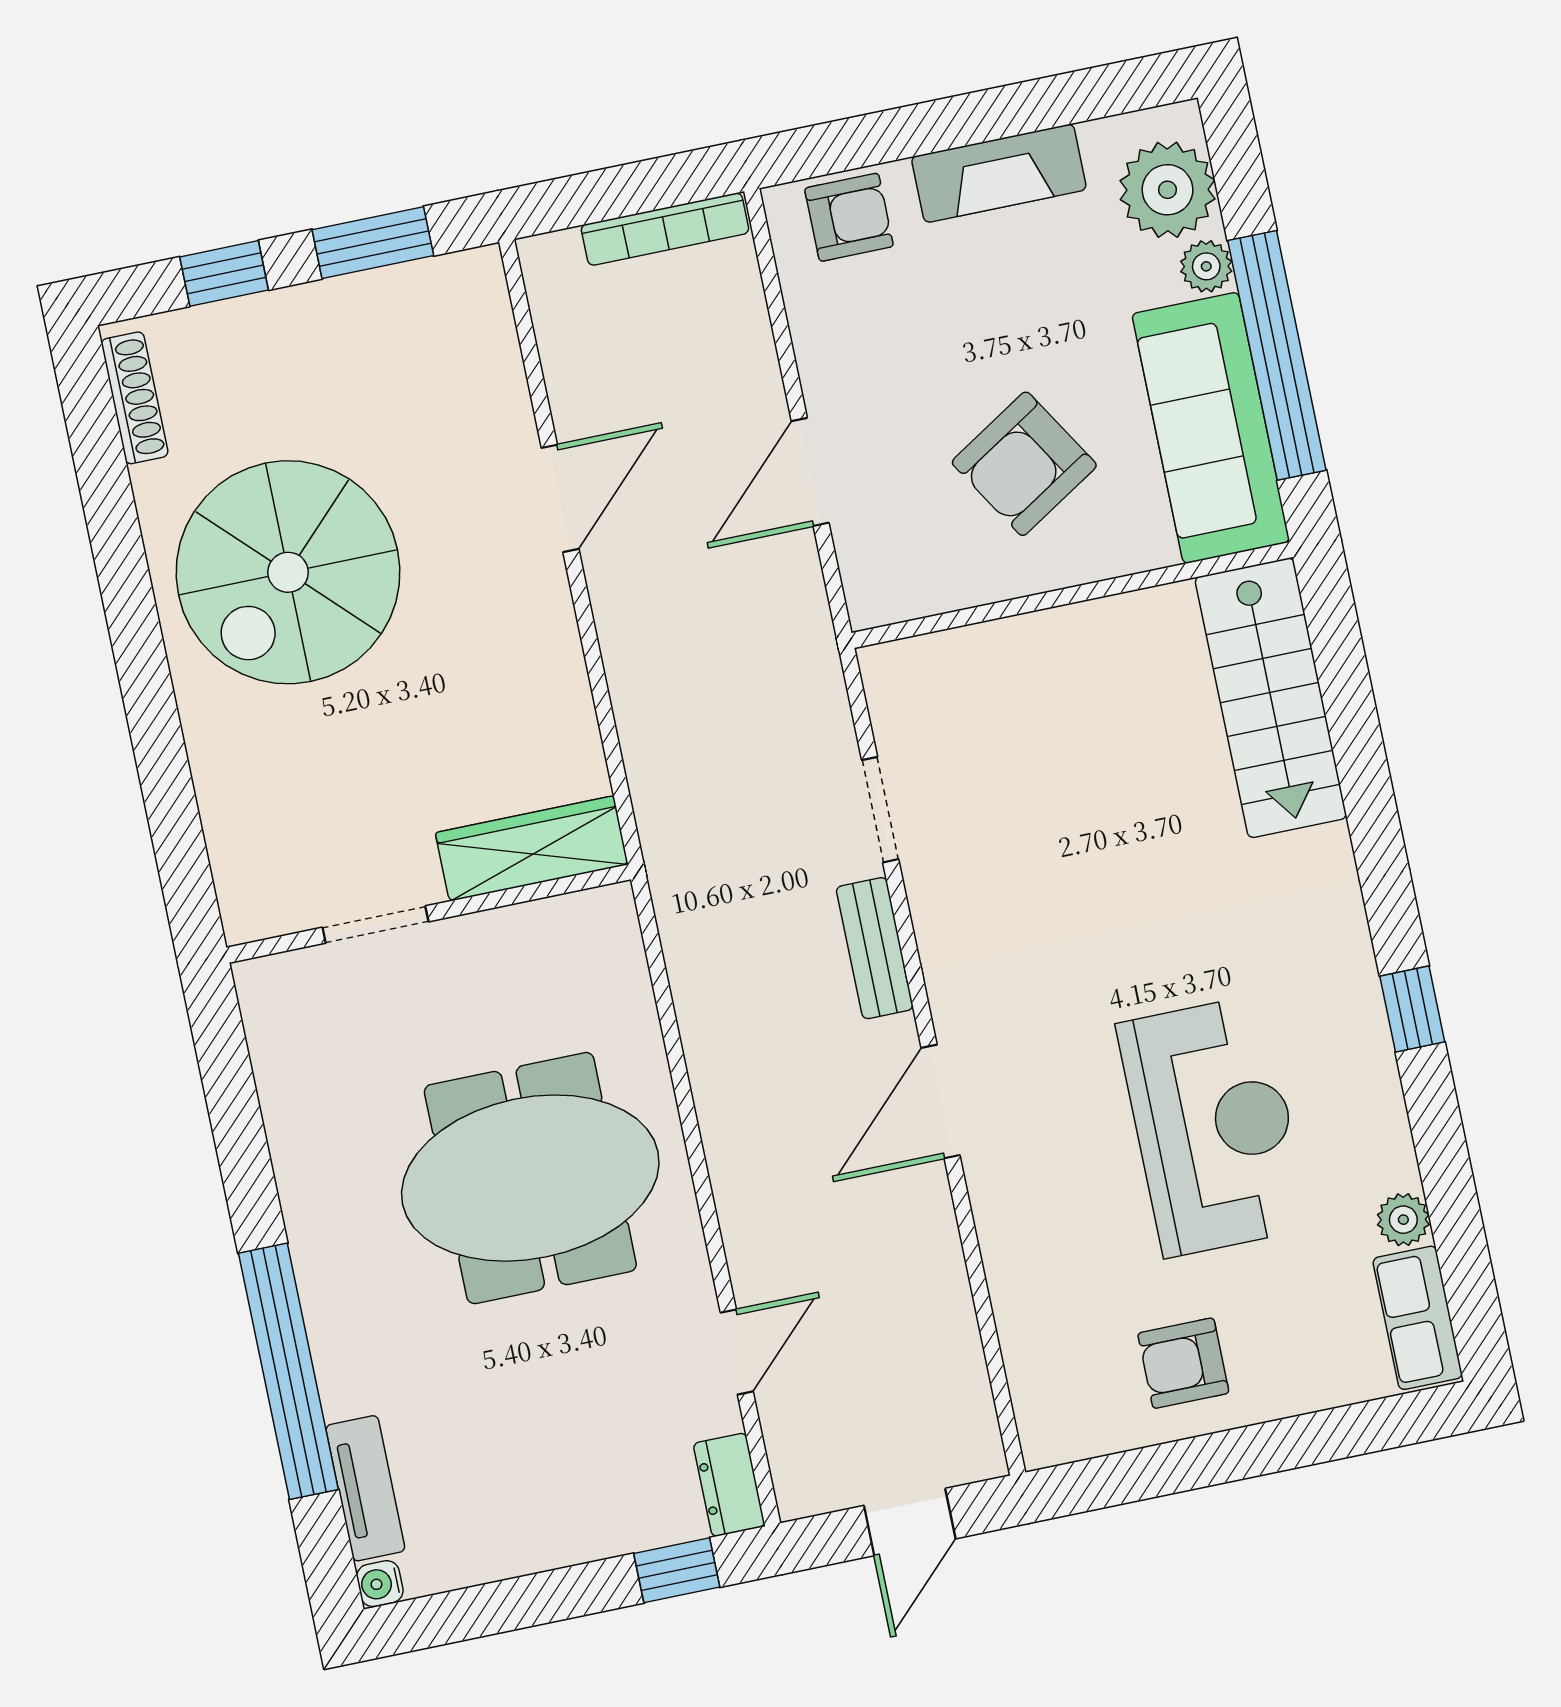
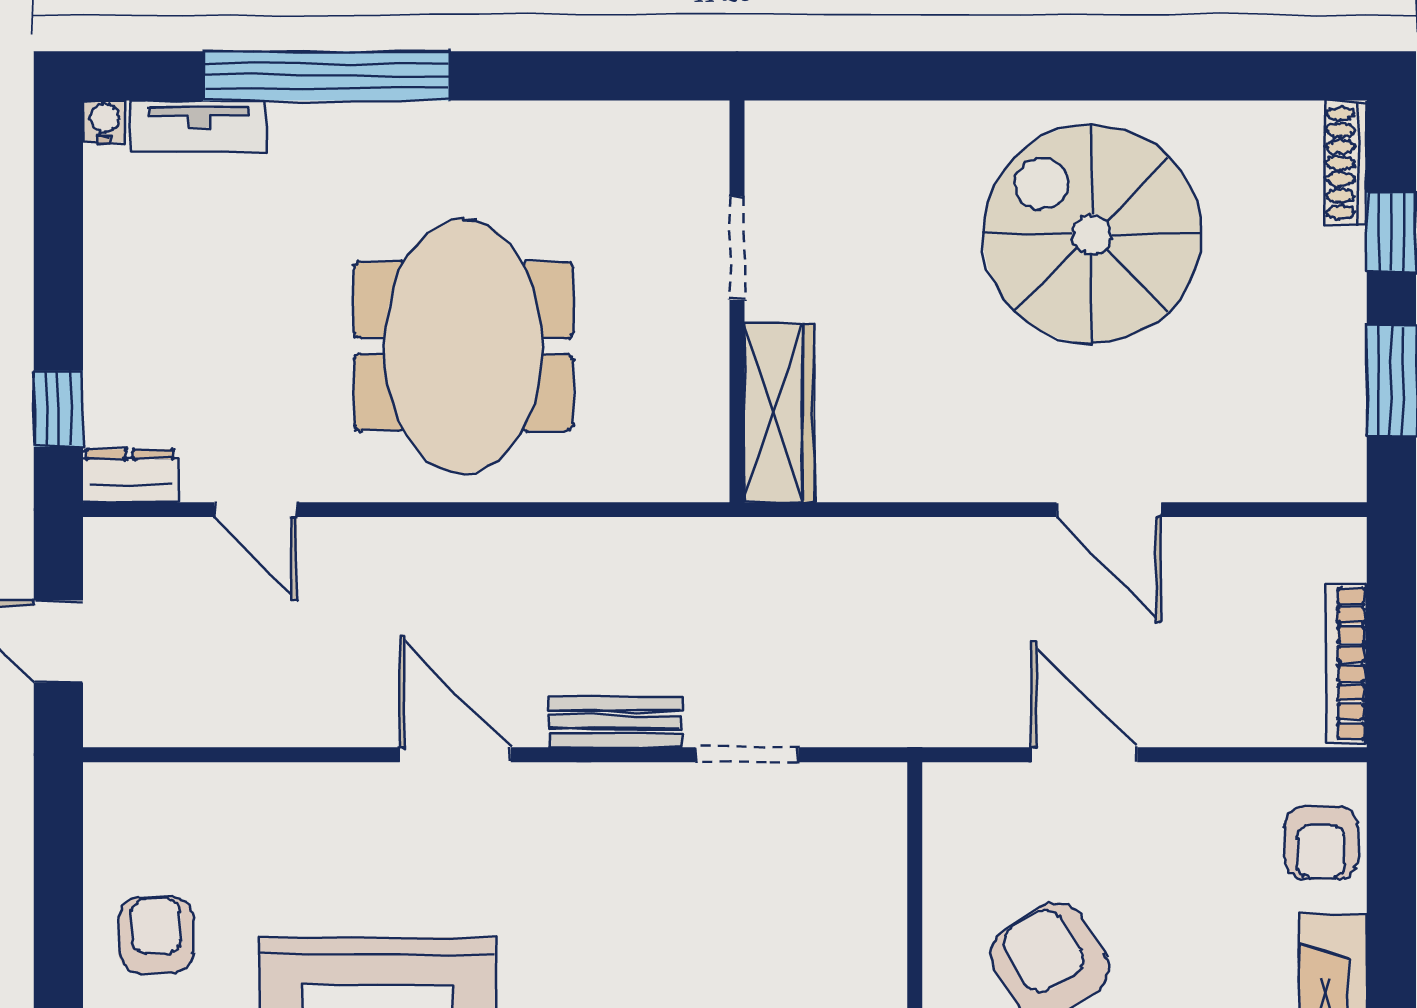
shoe rack: (135, 398) -> (1345, 163), moved, turned 90

